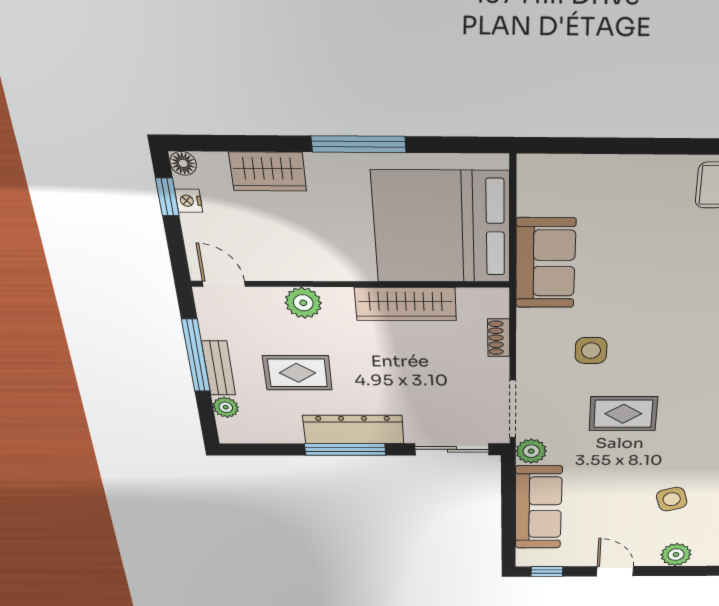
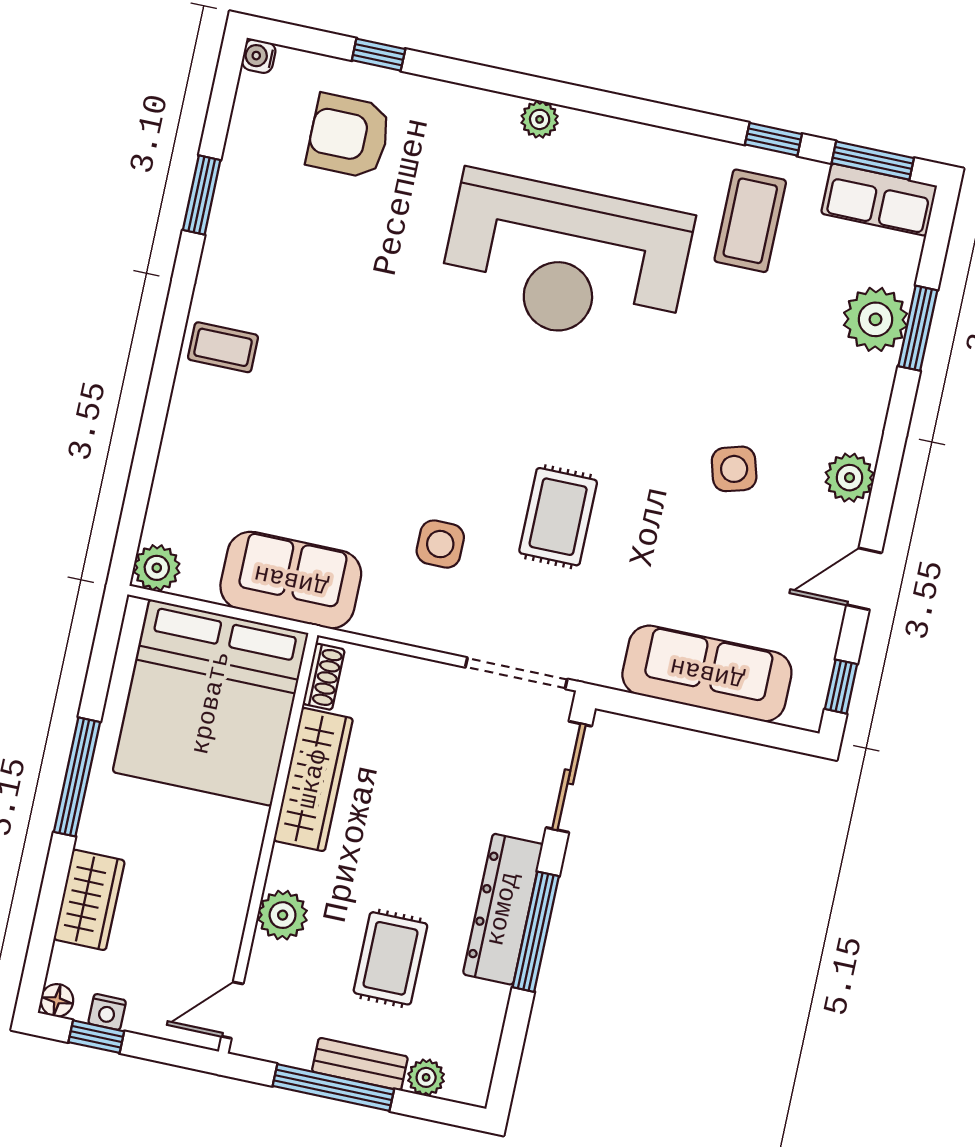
shoe rack: (499, 338) -> (324, 677), moved, turned -90
plant: (531, 451) -> (157, 568), moved

